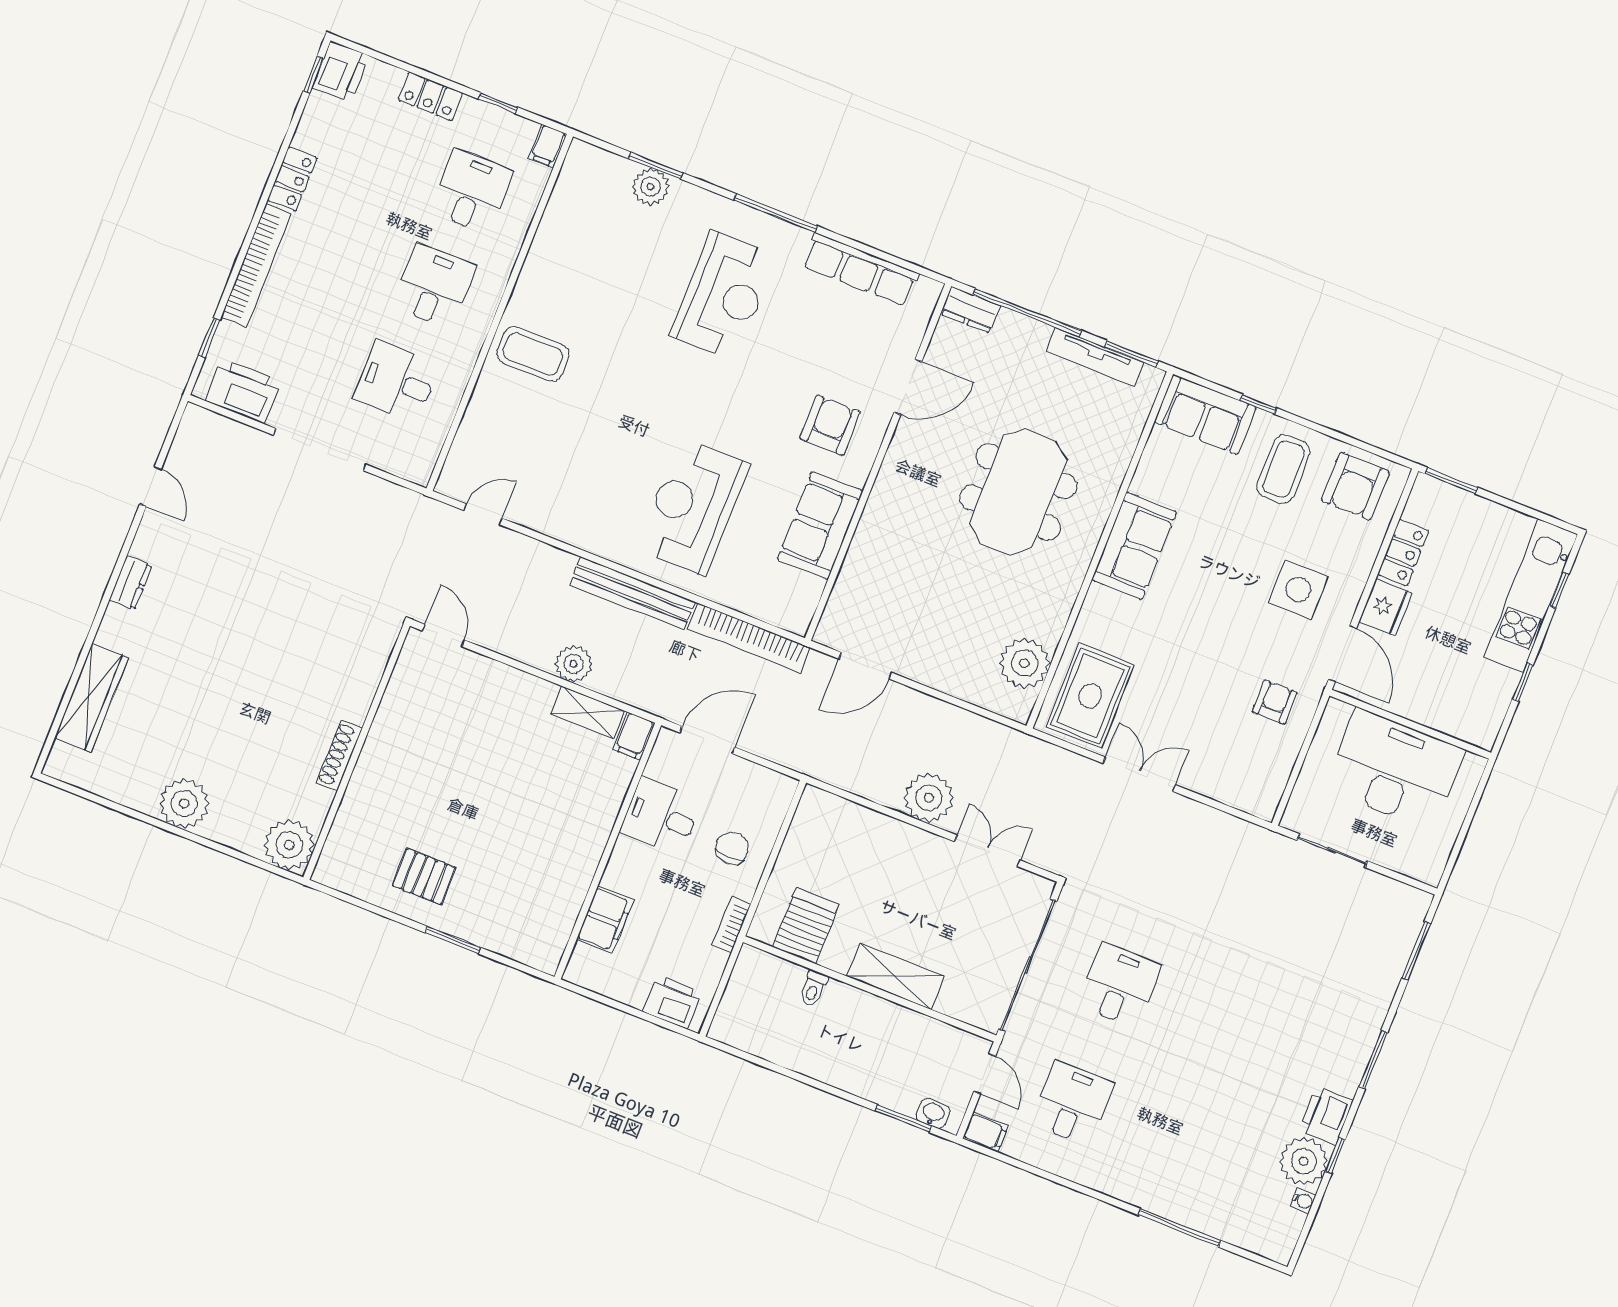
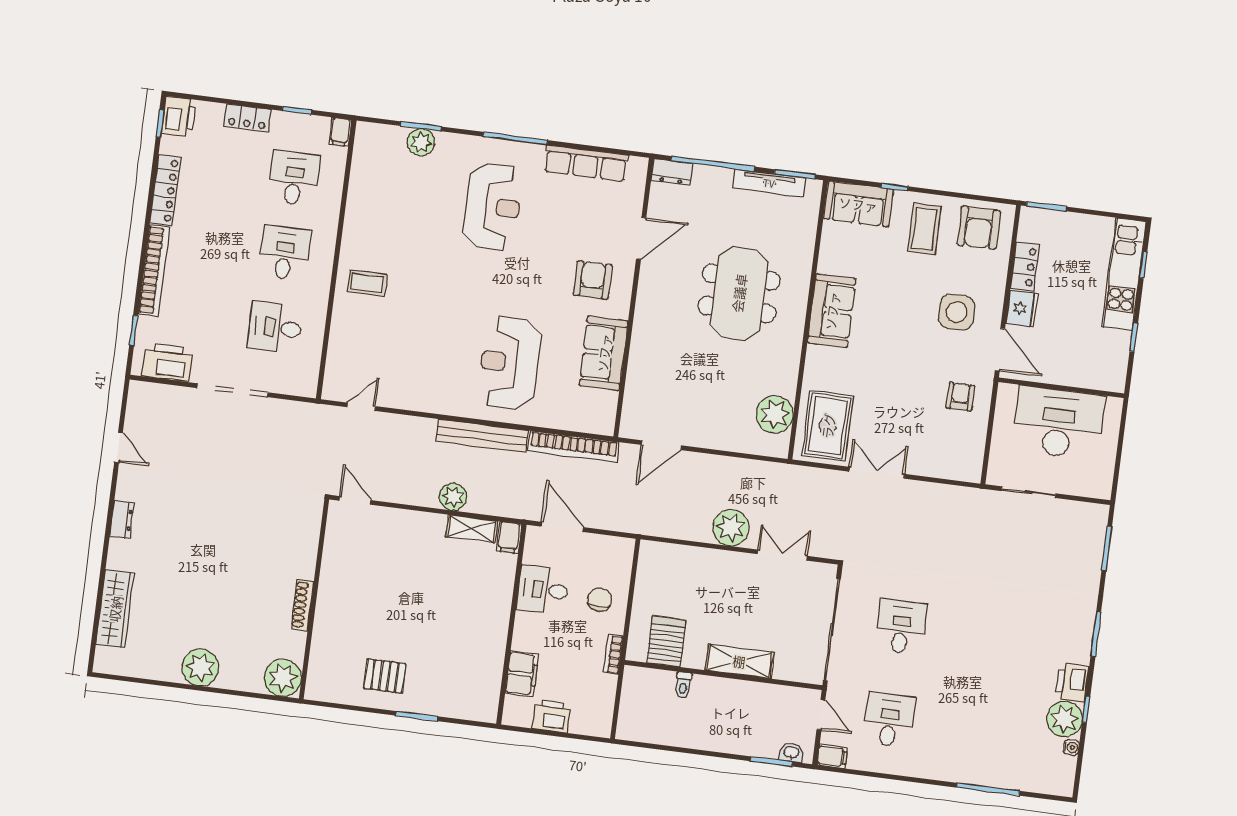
locker: (292, 179) -> (165, 190), width x1.53
coffee table: (533, 354) -> (368, 283), width x0.73, depth x0.77
door: (707, 740) -> (562, 527), hinge flipped
printer: (673, 1002) -> (551, 716), moved

